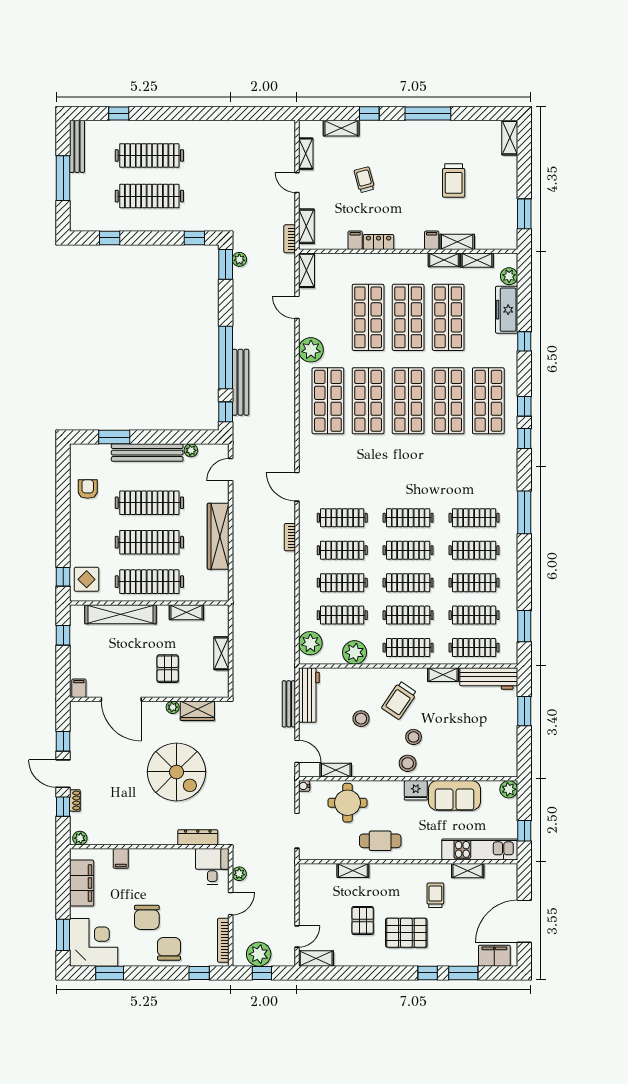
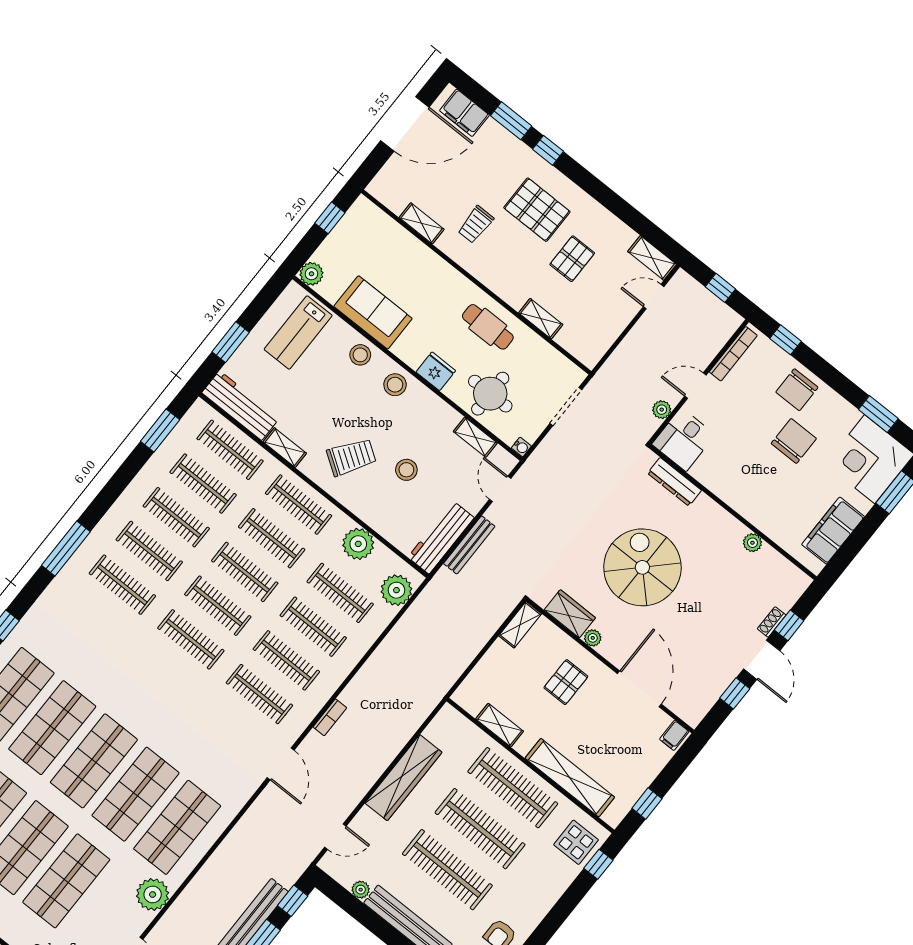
shelving: (221, 653) -> (520, 625), moved
stool: (414, 737) -> (360, 355), moved
lab bench: (489, 749) -> (298, 332), added
fridge: (416, 790) -> (436, 371), moved
plant: (80, 838) -> (752, 543), moved
kitchen unit: (480, 849) -> (392, 235), removed
filing cabinet: (121, 858) -> (772, 524), removed
plant: (259, 954) -> (708, 310), removed

